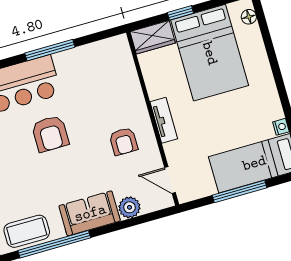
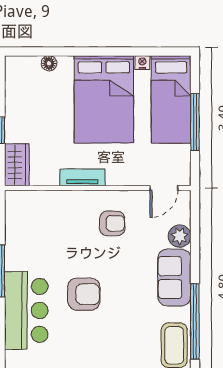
floor lamp: (249, 17) -> (49, 63), moved
bed: (210, 53) -> (104, 99), moved, turned 90
tv unit: (164, 120) -> (82, 177), moved

